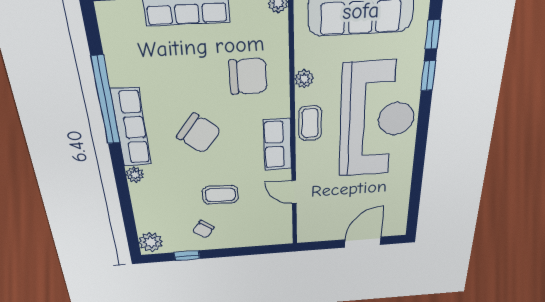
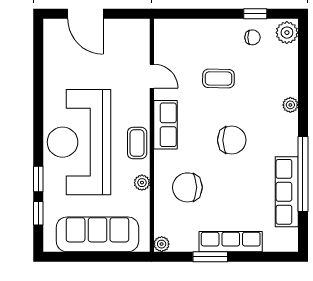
row of seats: (131, 128) -> (287, 192), moved
chair: (199, 133) -> (232, 140), turned 141
chair: (203, 229) -> (252, 37), moved, turned 53
door: (363, 242) -> (85, 14), hinge flipped

